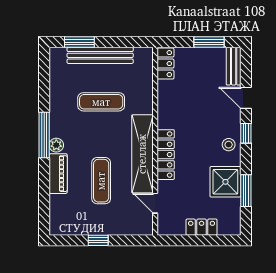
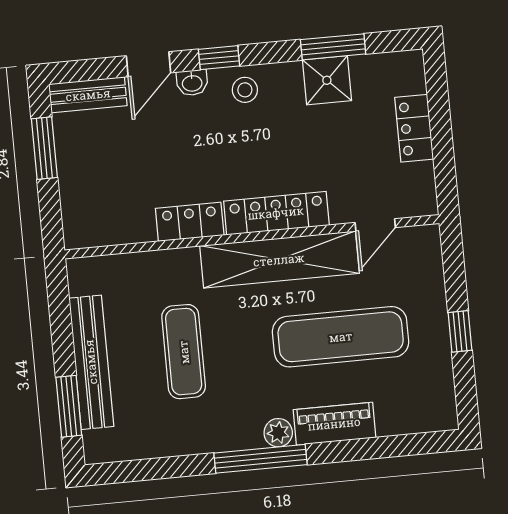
locker: (165, 64) -> (190, 222), moved
washbasin: (235, 119) -> (192, 83), added
exercise mat: (101, 181) -> (341, 337), width x1.36, depth x1.45
shower: (225, 182) -> (327, 80), width x0.73, depth x0.73

